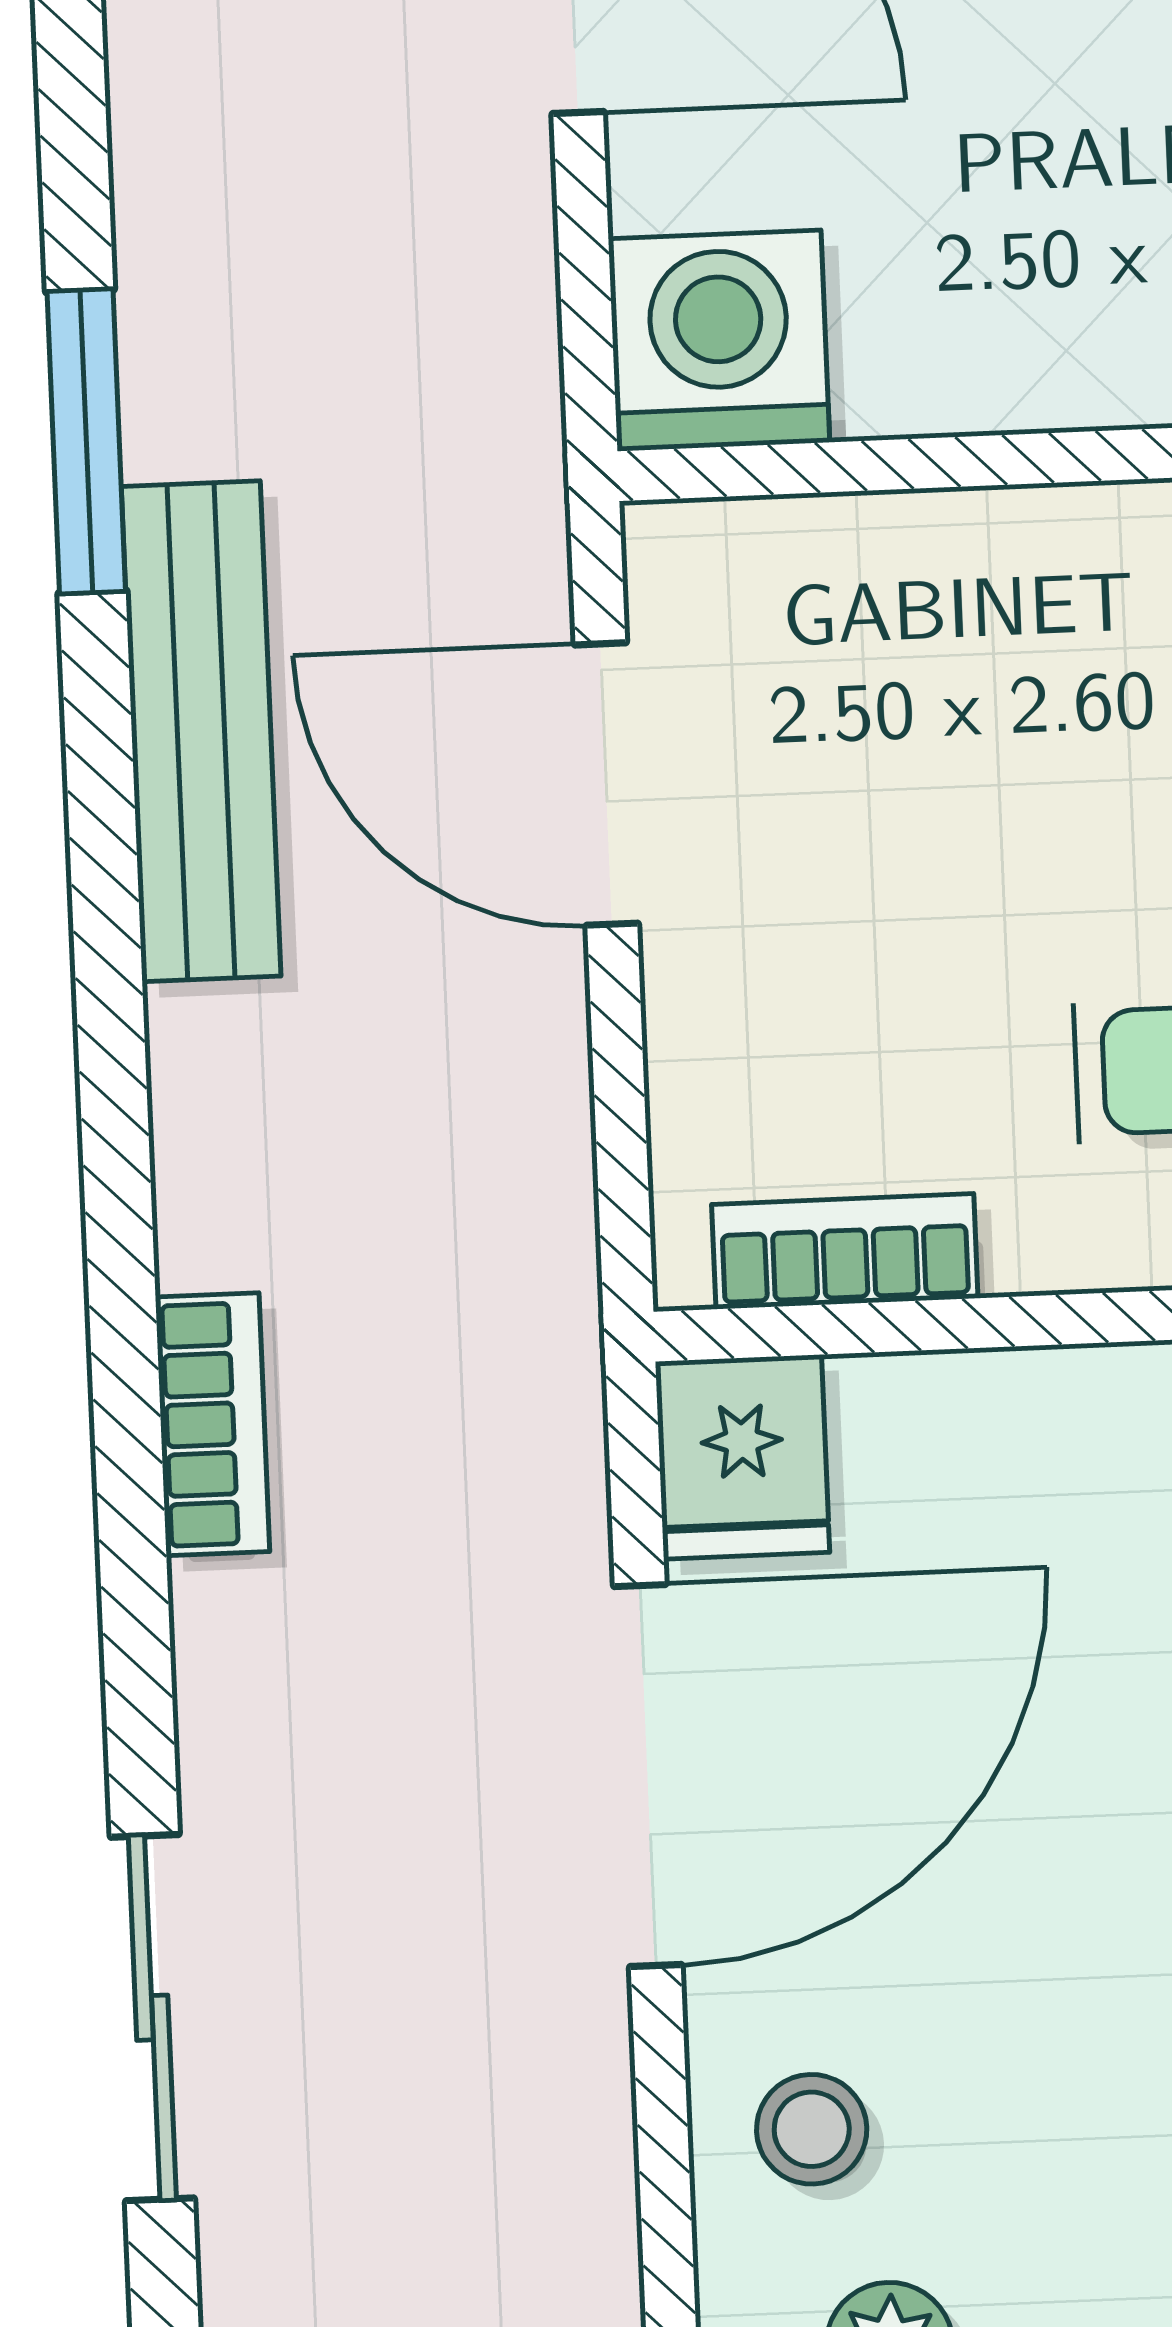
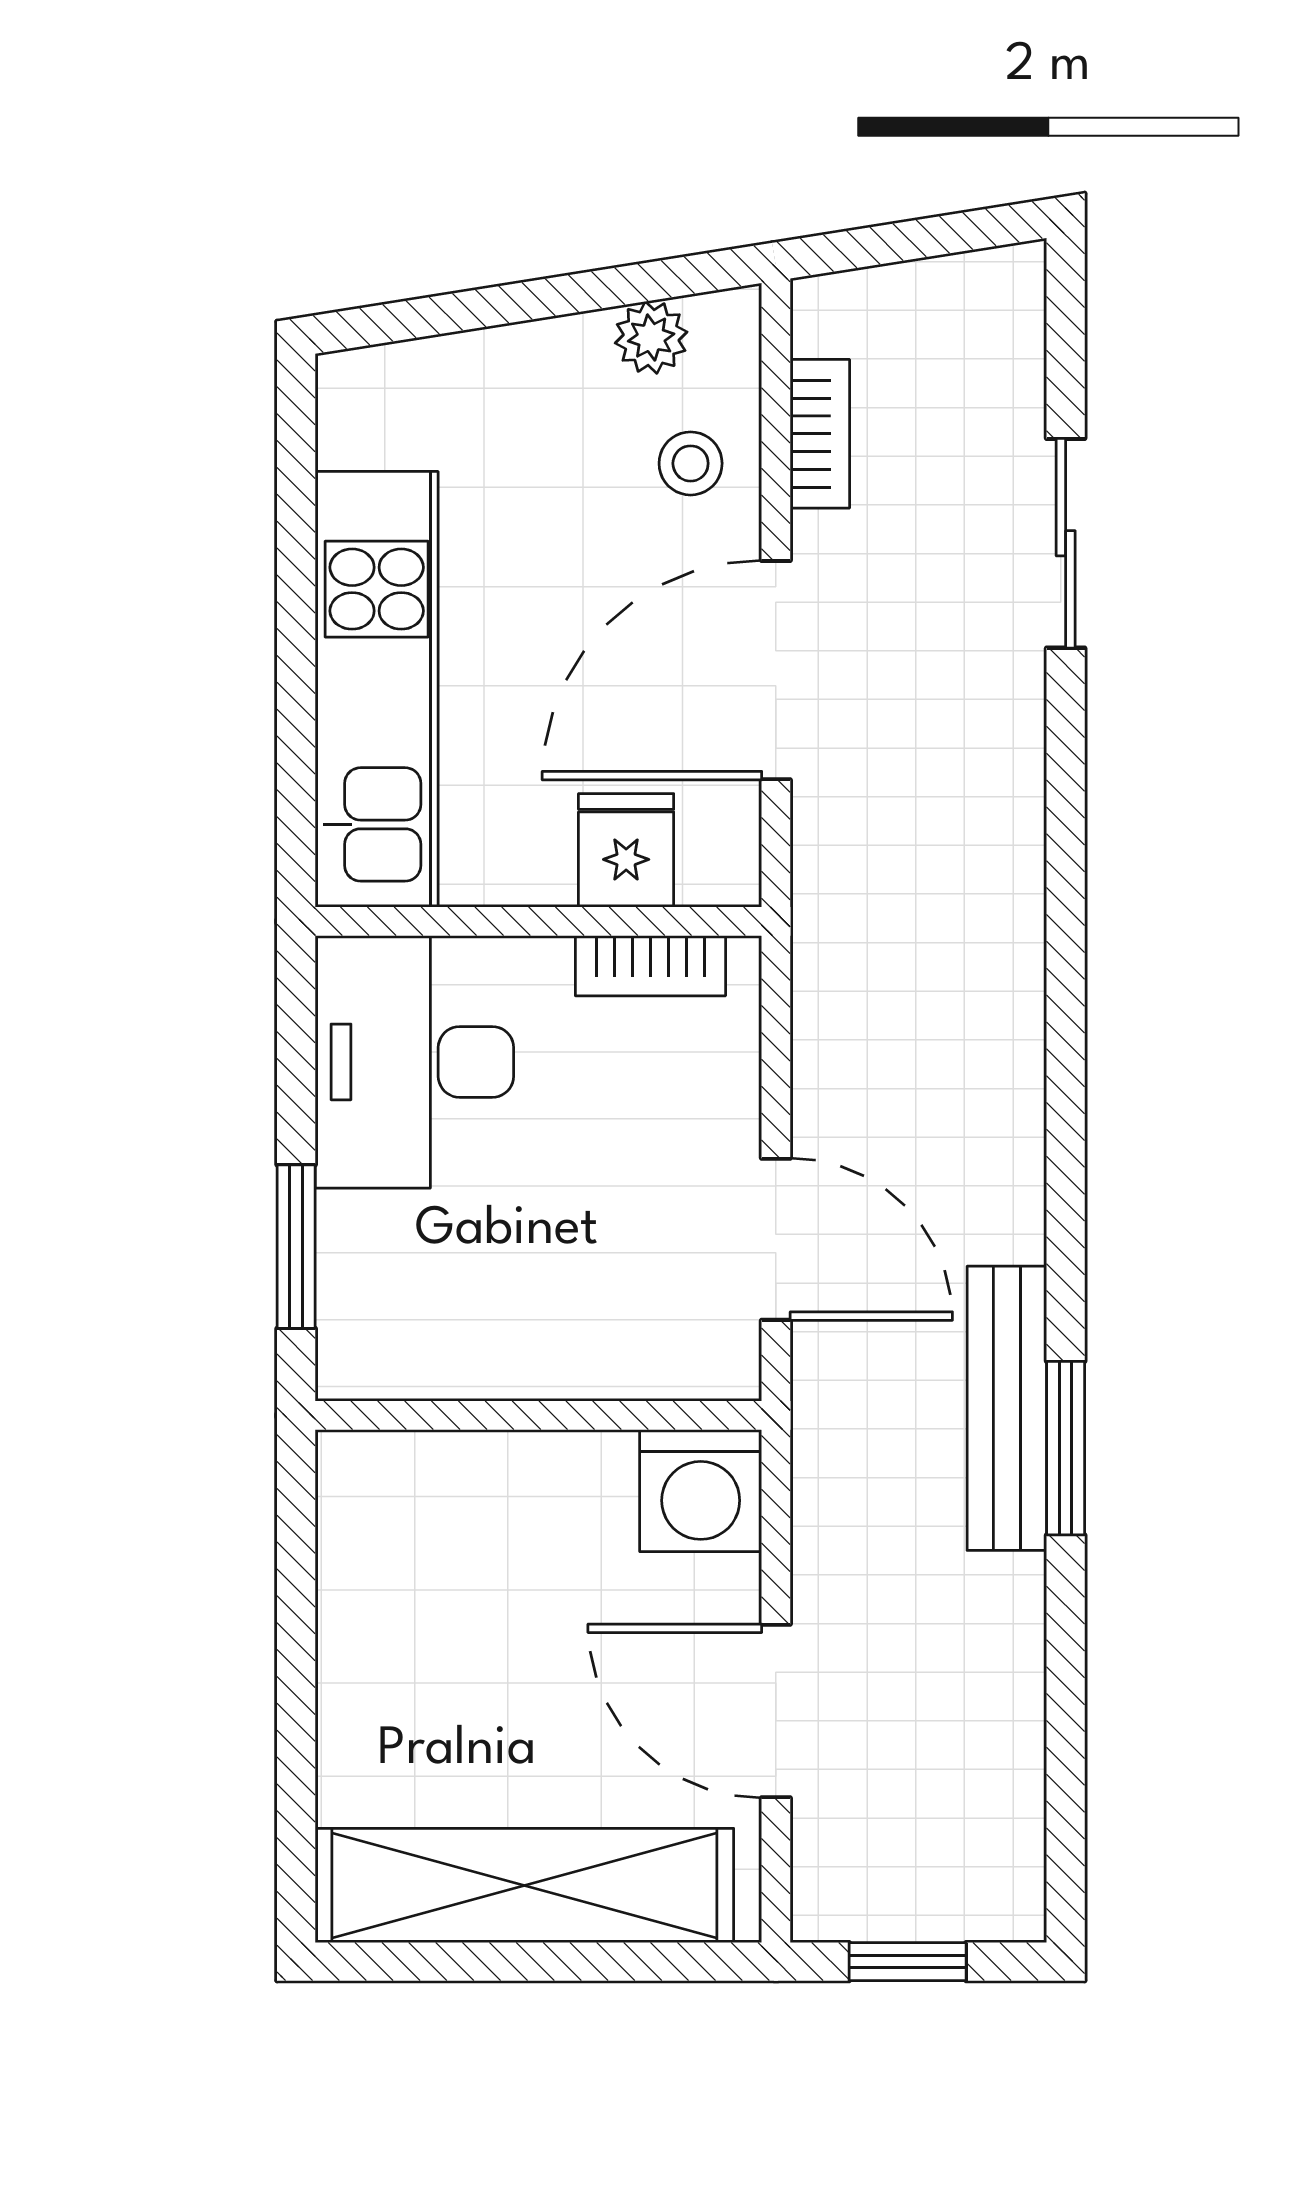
bench: (201, 731) -> (1007, 1408), moved
bookcase: (212, 1424) -> (820, 434), moved, turned 180
fridge: (742, 1457) -> (626, 850), moved

